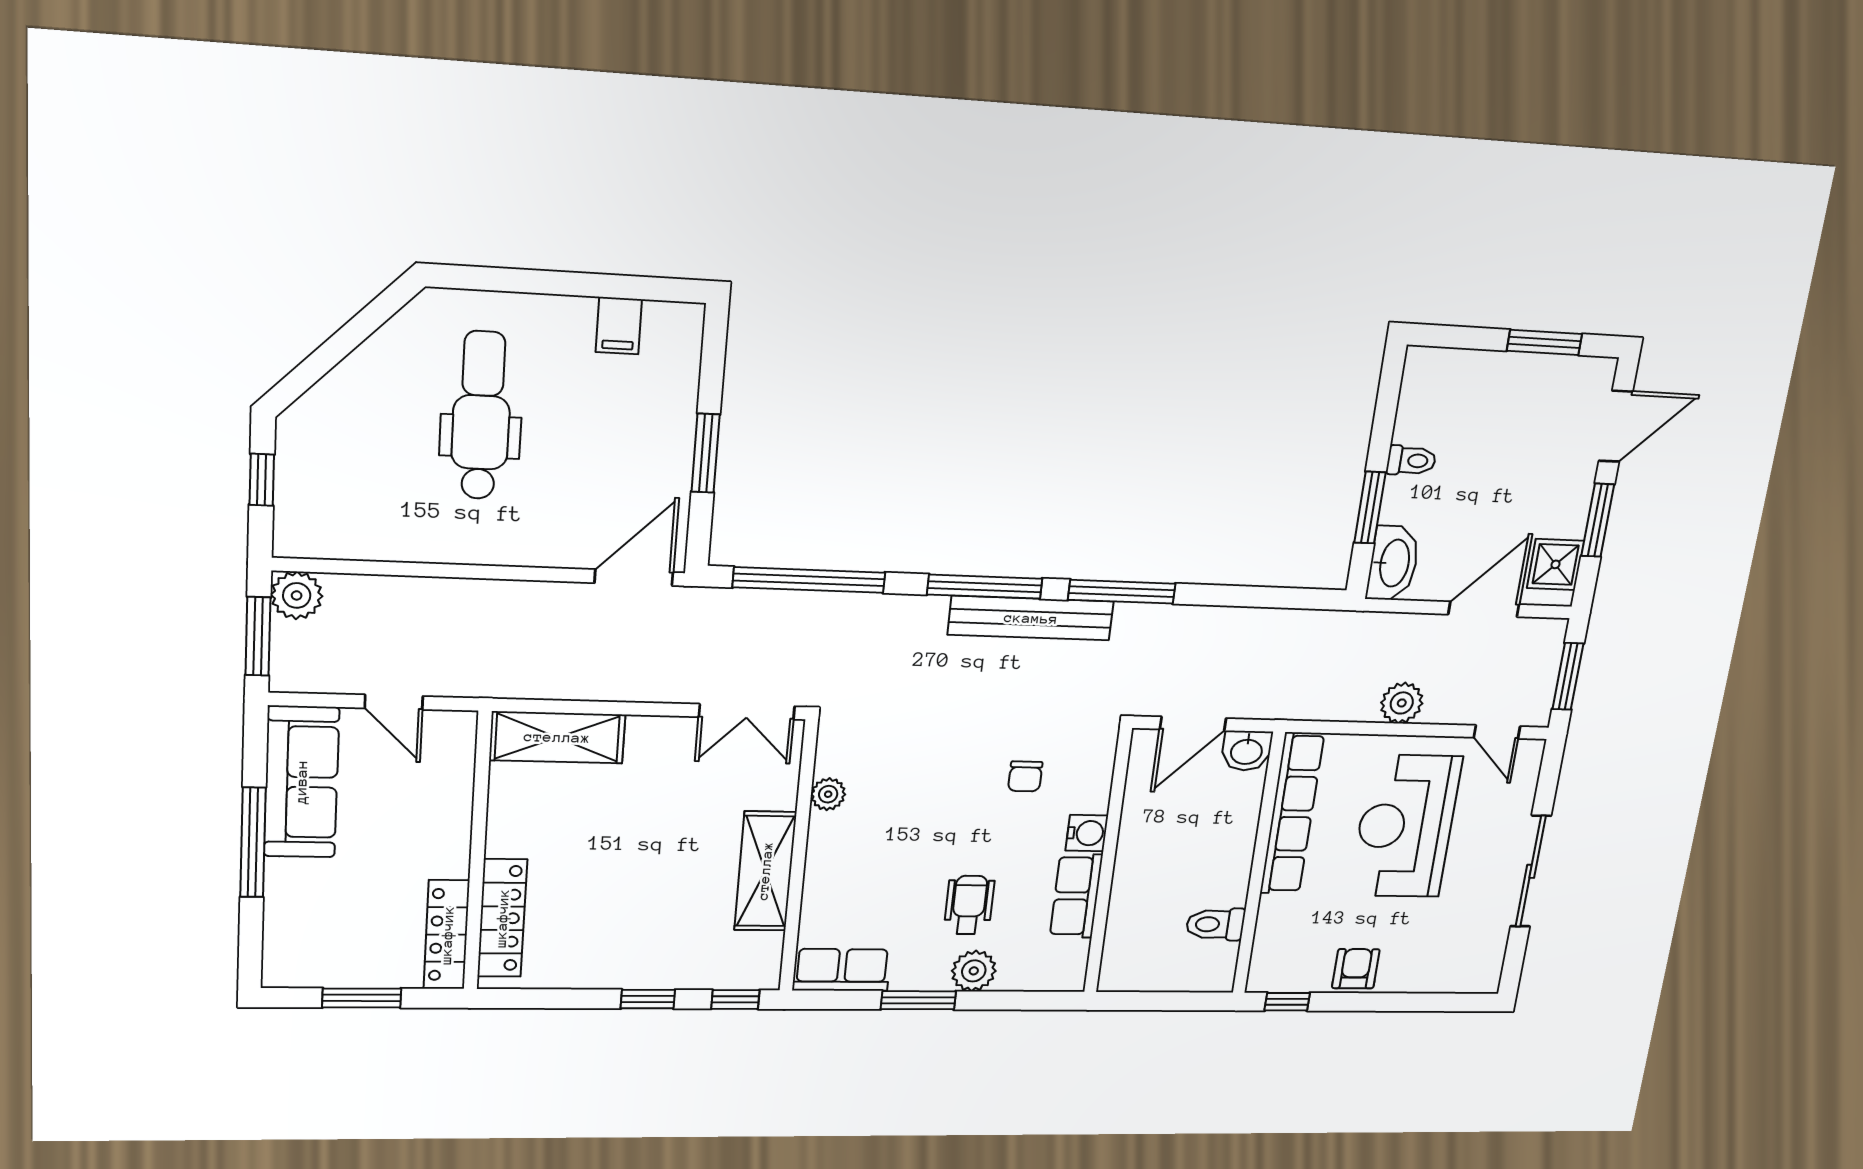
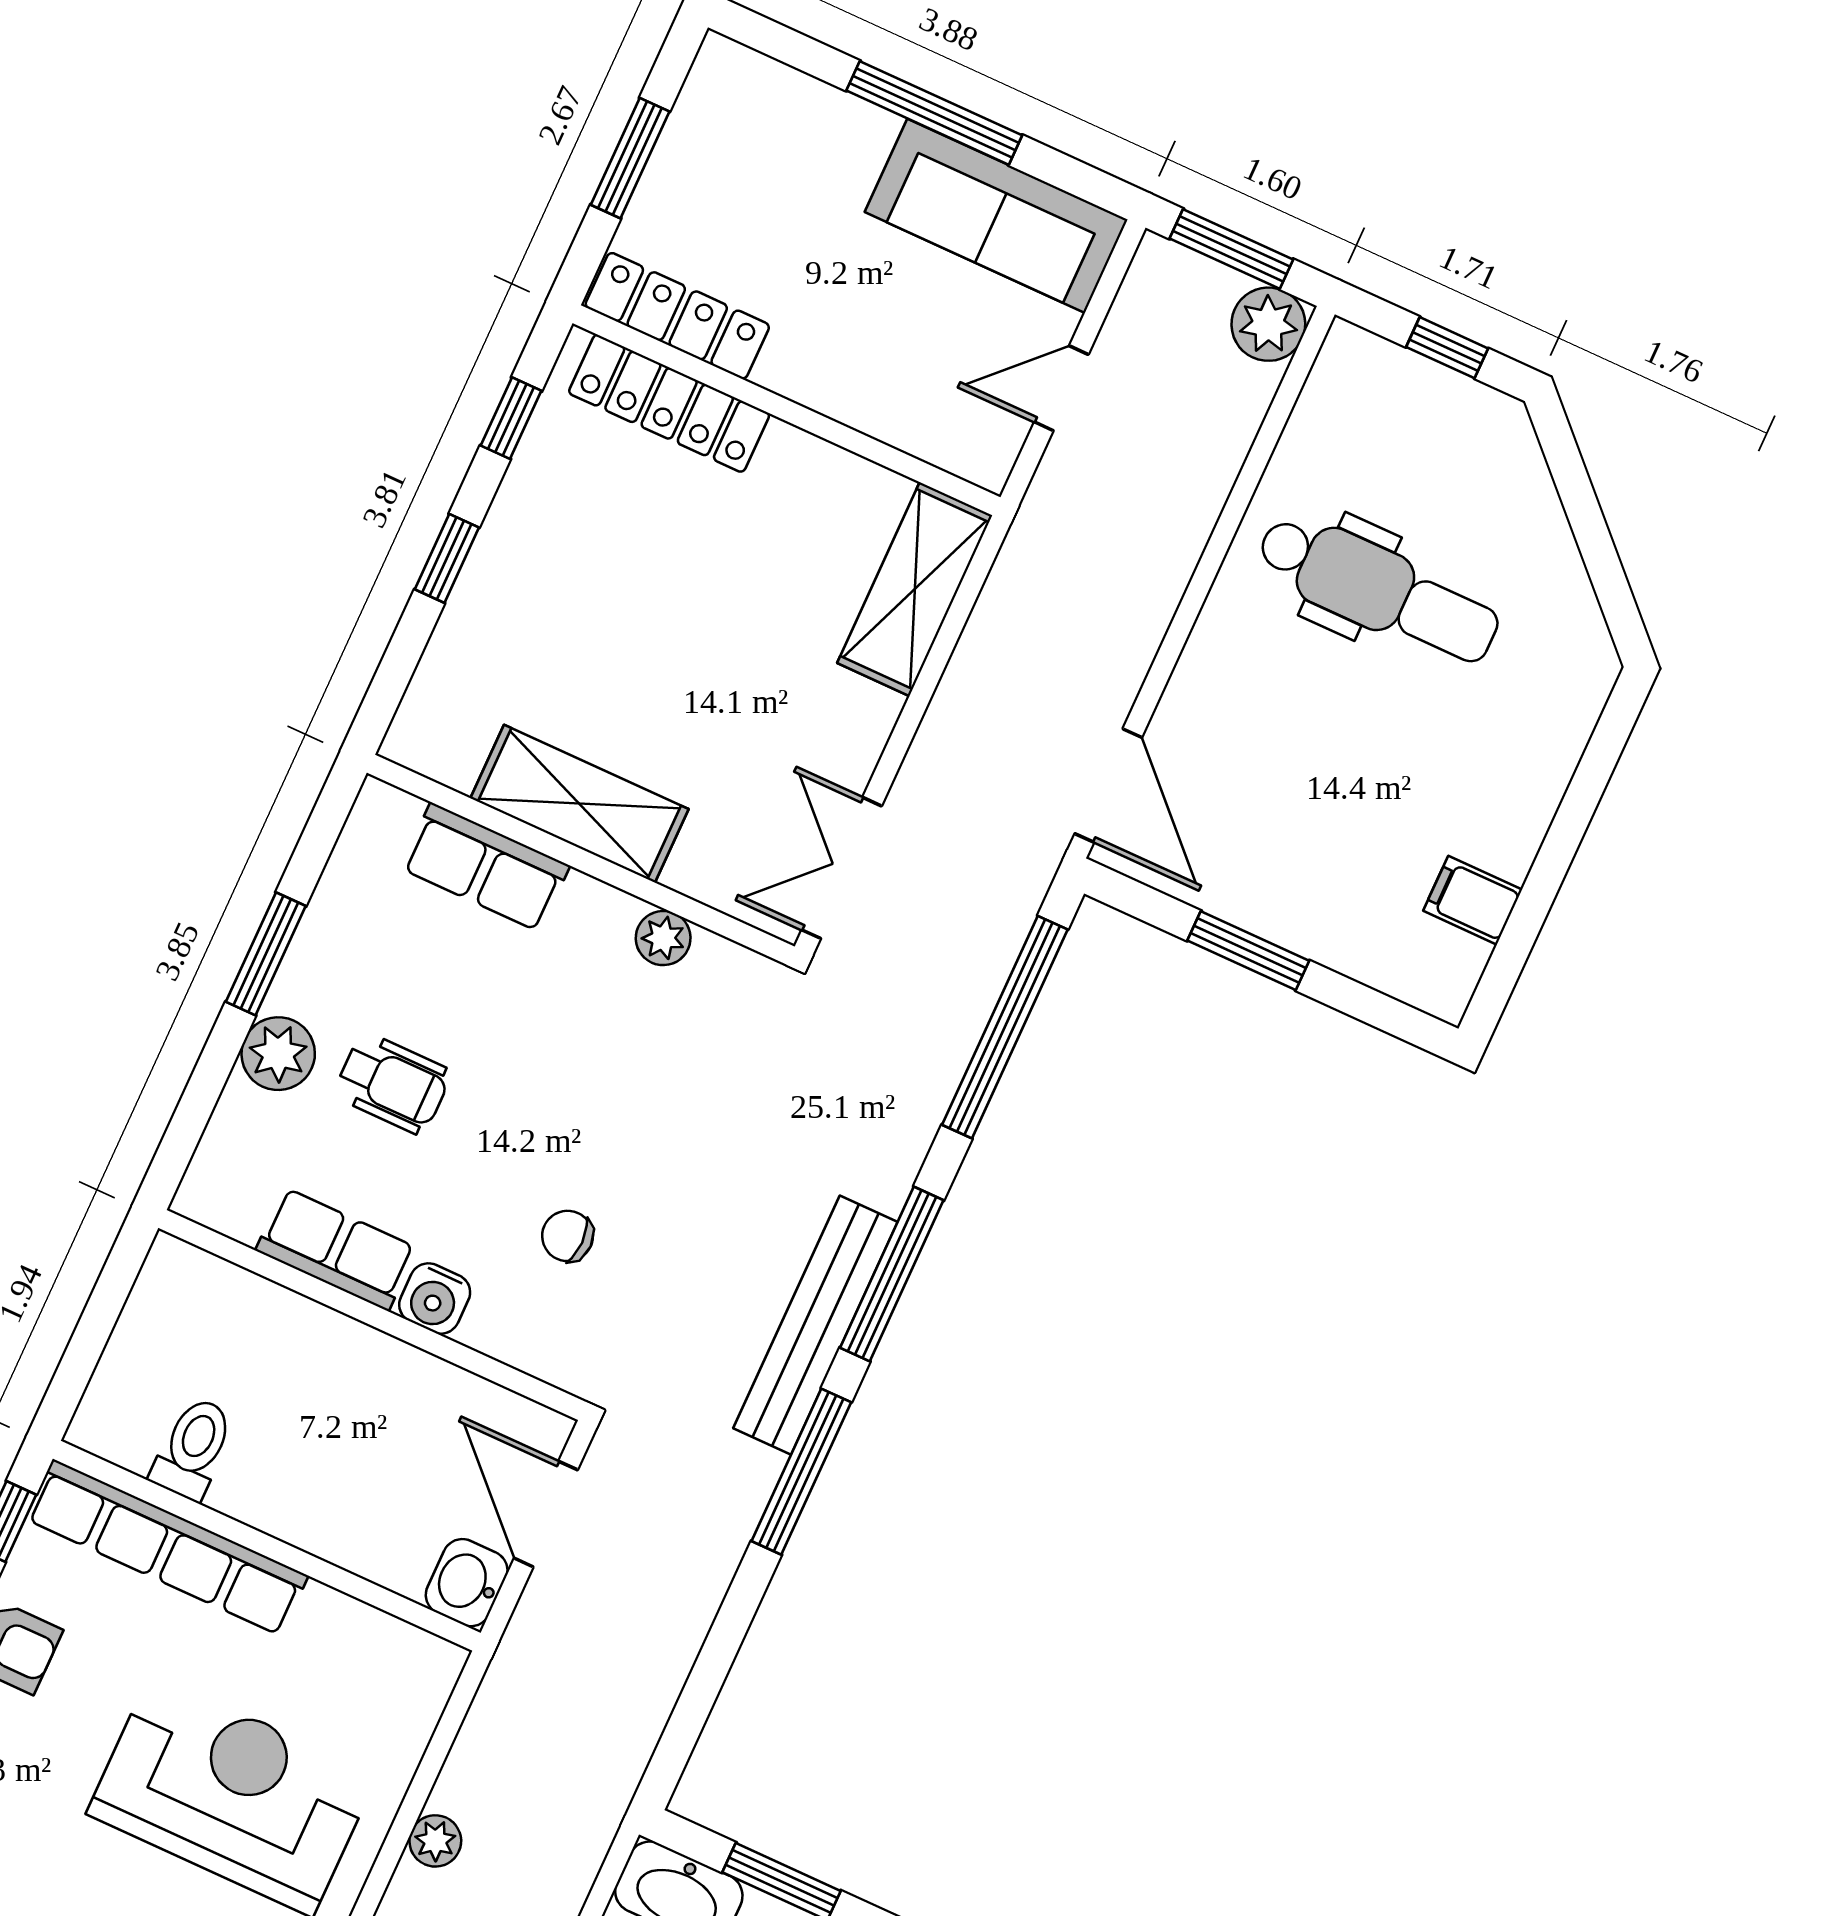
dental chair: (481, 416) -> (1378, 589), moved
plant: (1402, 703) -> (435, 1841), width x0.73, depth x0.73
row of seats: (1292, 814) -> (167, 1547), moved
row of seats: (842, 970) -> (485, 867), moved, turned 90
window: (735, 999) -> (511, 418), moved

